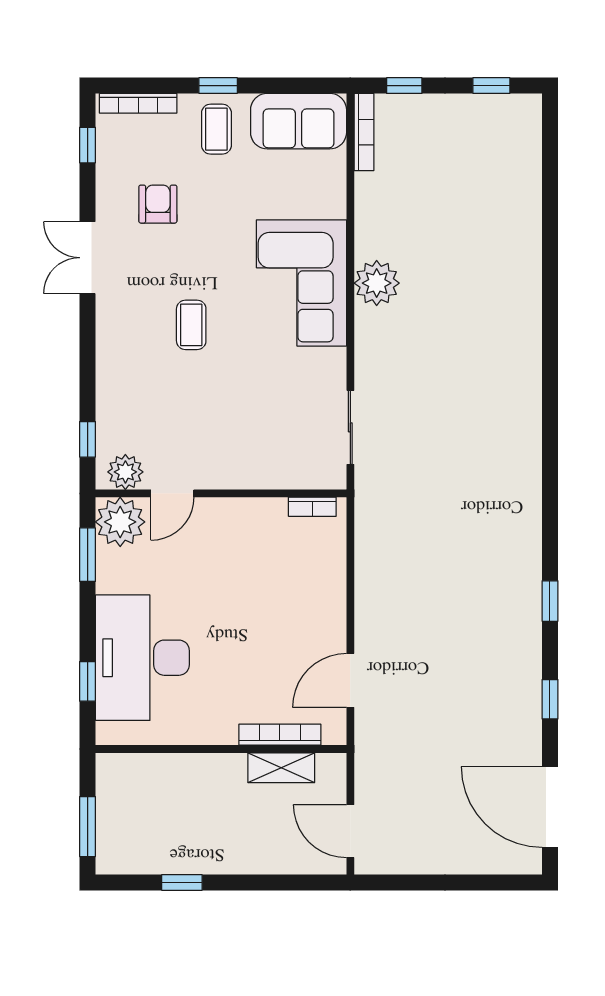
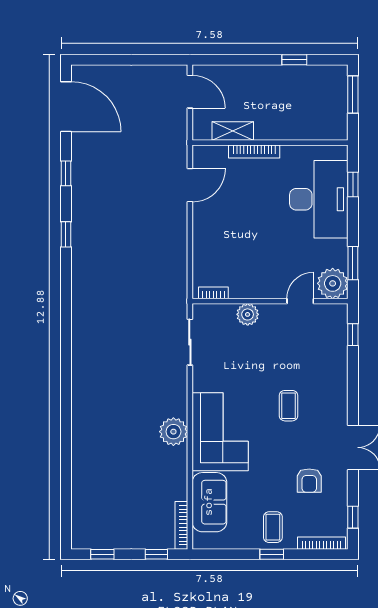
sofa: (299, 121) -> (209, 502), moved, turned 90
plant: (125, 472) -> (248, 314), moved
bookcase: (280, 735) -> (254, 151), moved

